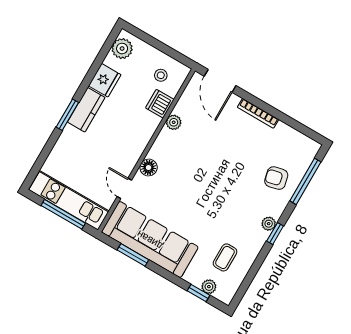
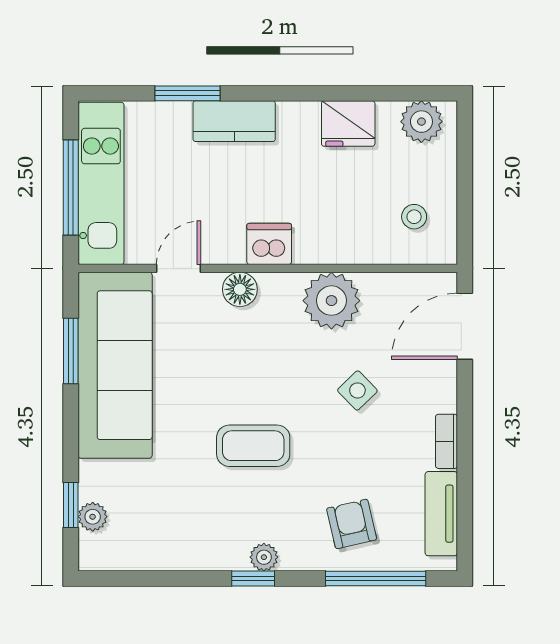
dishwasher: (160, 104) -> (269, 244), moved
kitchen counter: (86, 110) -> (234, 121), moved
bookcase: (258, 113) -> (447, 441), width x0.64
window: (67, 115) -> (187, 93), moved
plant: (174, 122) -> (331, 301), width x1.88, depth x1.88
tv unit: (294, 137) -> (441, 514), added
side table: (221, 142) -> (357, 390), added
coffee table: (225, 257) -> (253, 446), moved, width x1.36, depth x1.30

